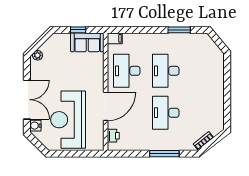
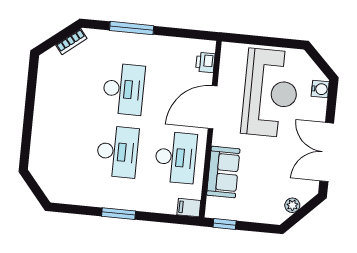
window: (78, 30) -> (225, 224), moved
window: (179, 30) -> (119, 214), moved
sofa: (87, 42) -> (223, 172), moved, turned 90
plant: (38, 55) -> (292, 205), moved
double door: (27, 100) -> (327, 152), moved

